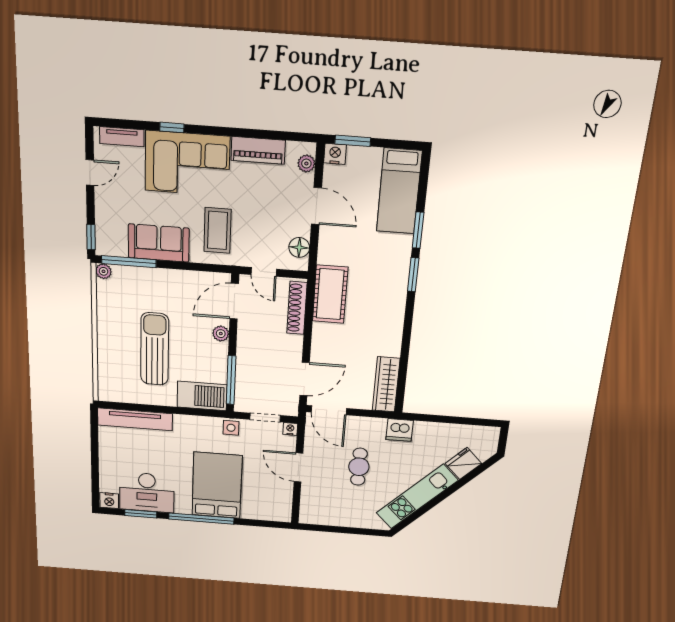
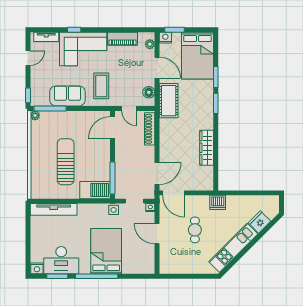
bed: (399, 191) -> (198, 56), width x1.50
cot: (330, 294) -> (169, 101), moved
plant: (221, 334) -> (105, 149), removed
wardrobe: (386, 384) -> (207, 148), moved

